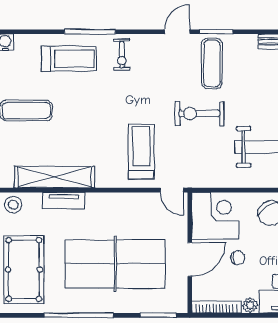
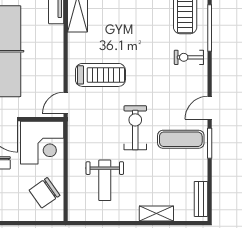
door: (177, 32) -> (210, 108), swing flipped

